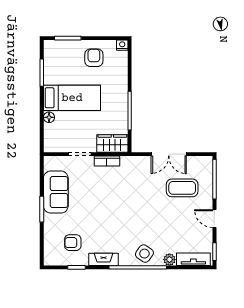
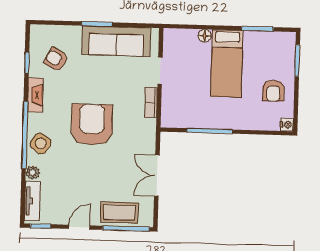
armchair: (94, 58) -> (273, 91), turned 90
wardrobe: (112, 143) -> (172, 110), removed
coffee table: (182, 188) -> (119, 212), moved, turned 90
sofa: (56, 192) -> (116, 41), width x1.36
armchair: (127, 211) -> (92, 125), added
armchair: (73, 243) -> (56, 59), turned -60

